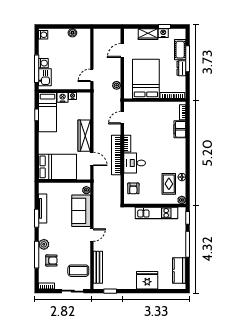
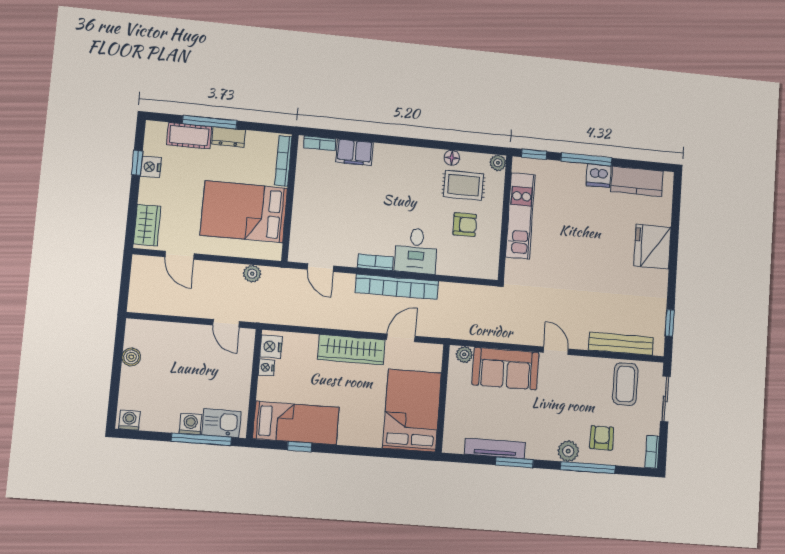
wardrobe: (148, 34) -> (147, 225), moved
nightstand: (63, 97) -> (271, 347), moved
armchair: (133, 188) -> (465, 225), moved
dishwasher: (180, 251) -> (599, 176), added

